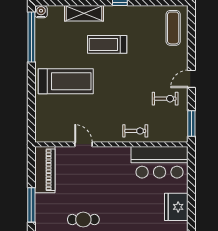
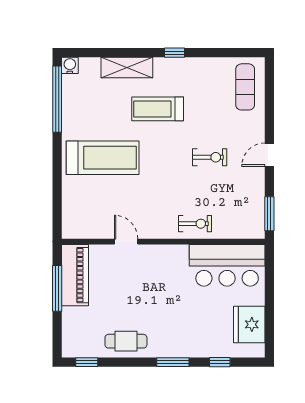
exercise bike: (165, 99) -> (210, 157), moved
window: (31, 205) -> (57, 288), moved

